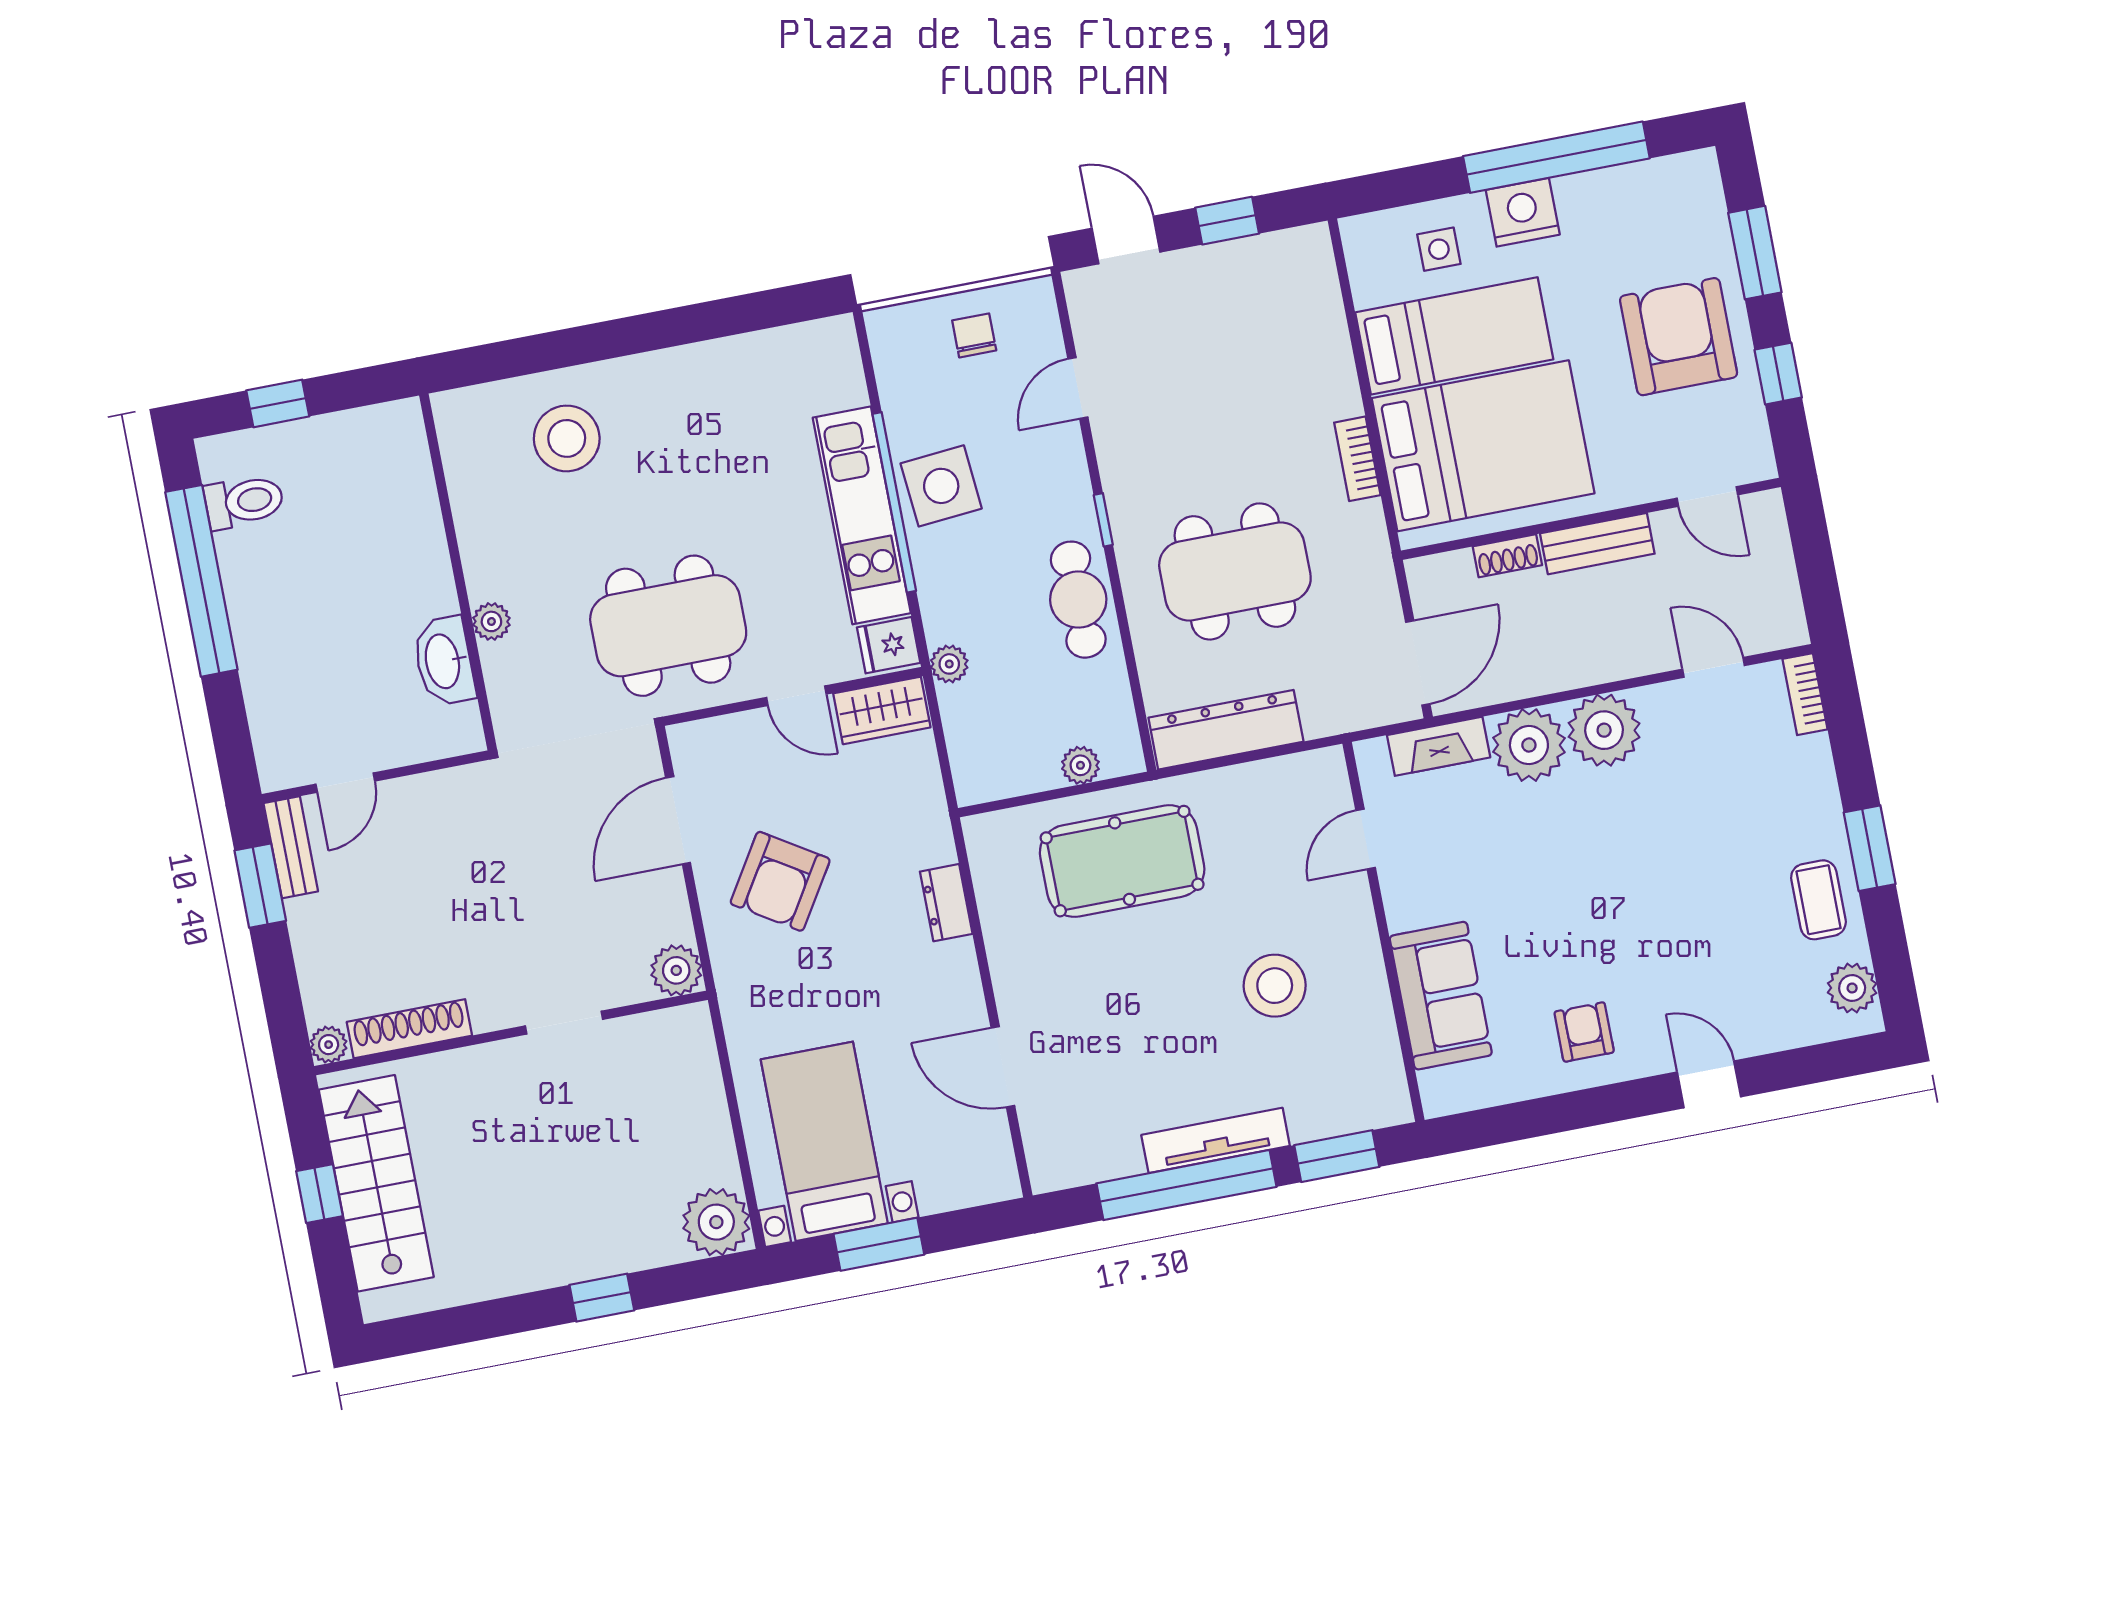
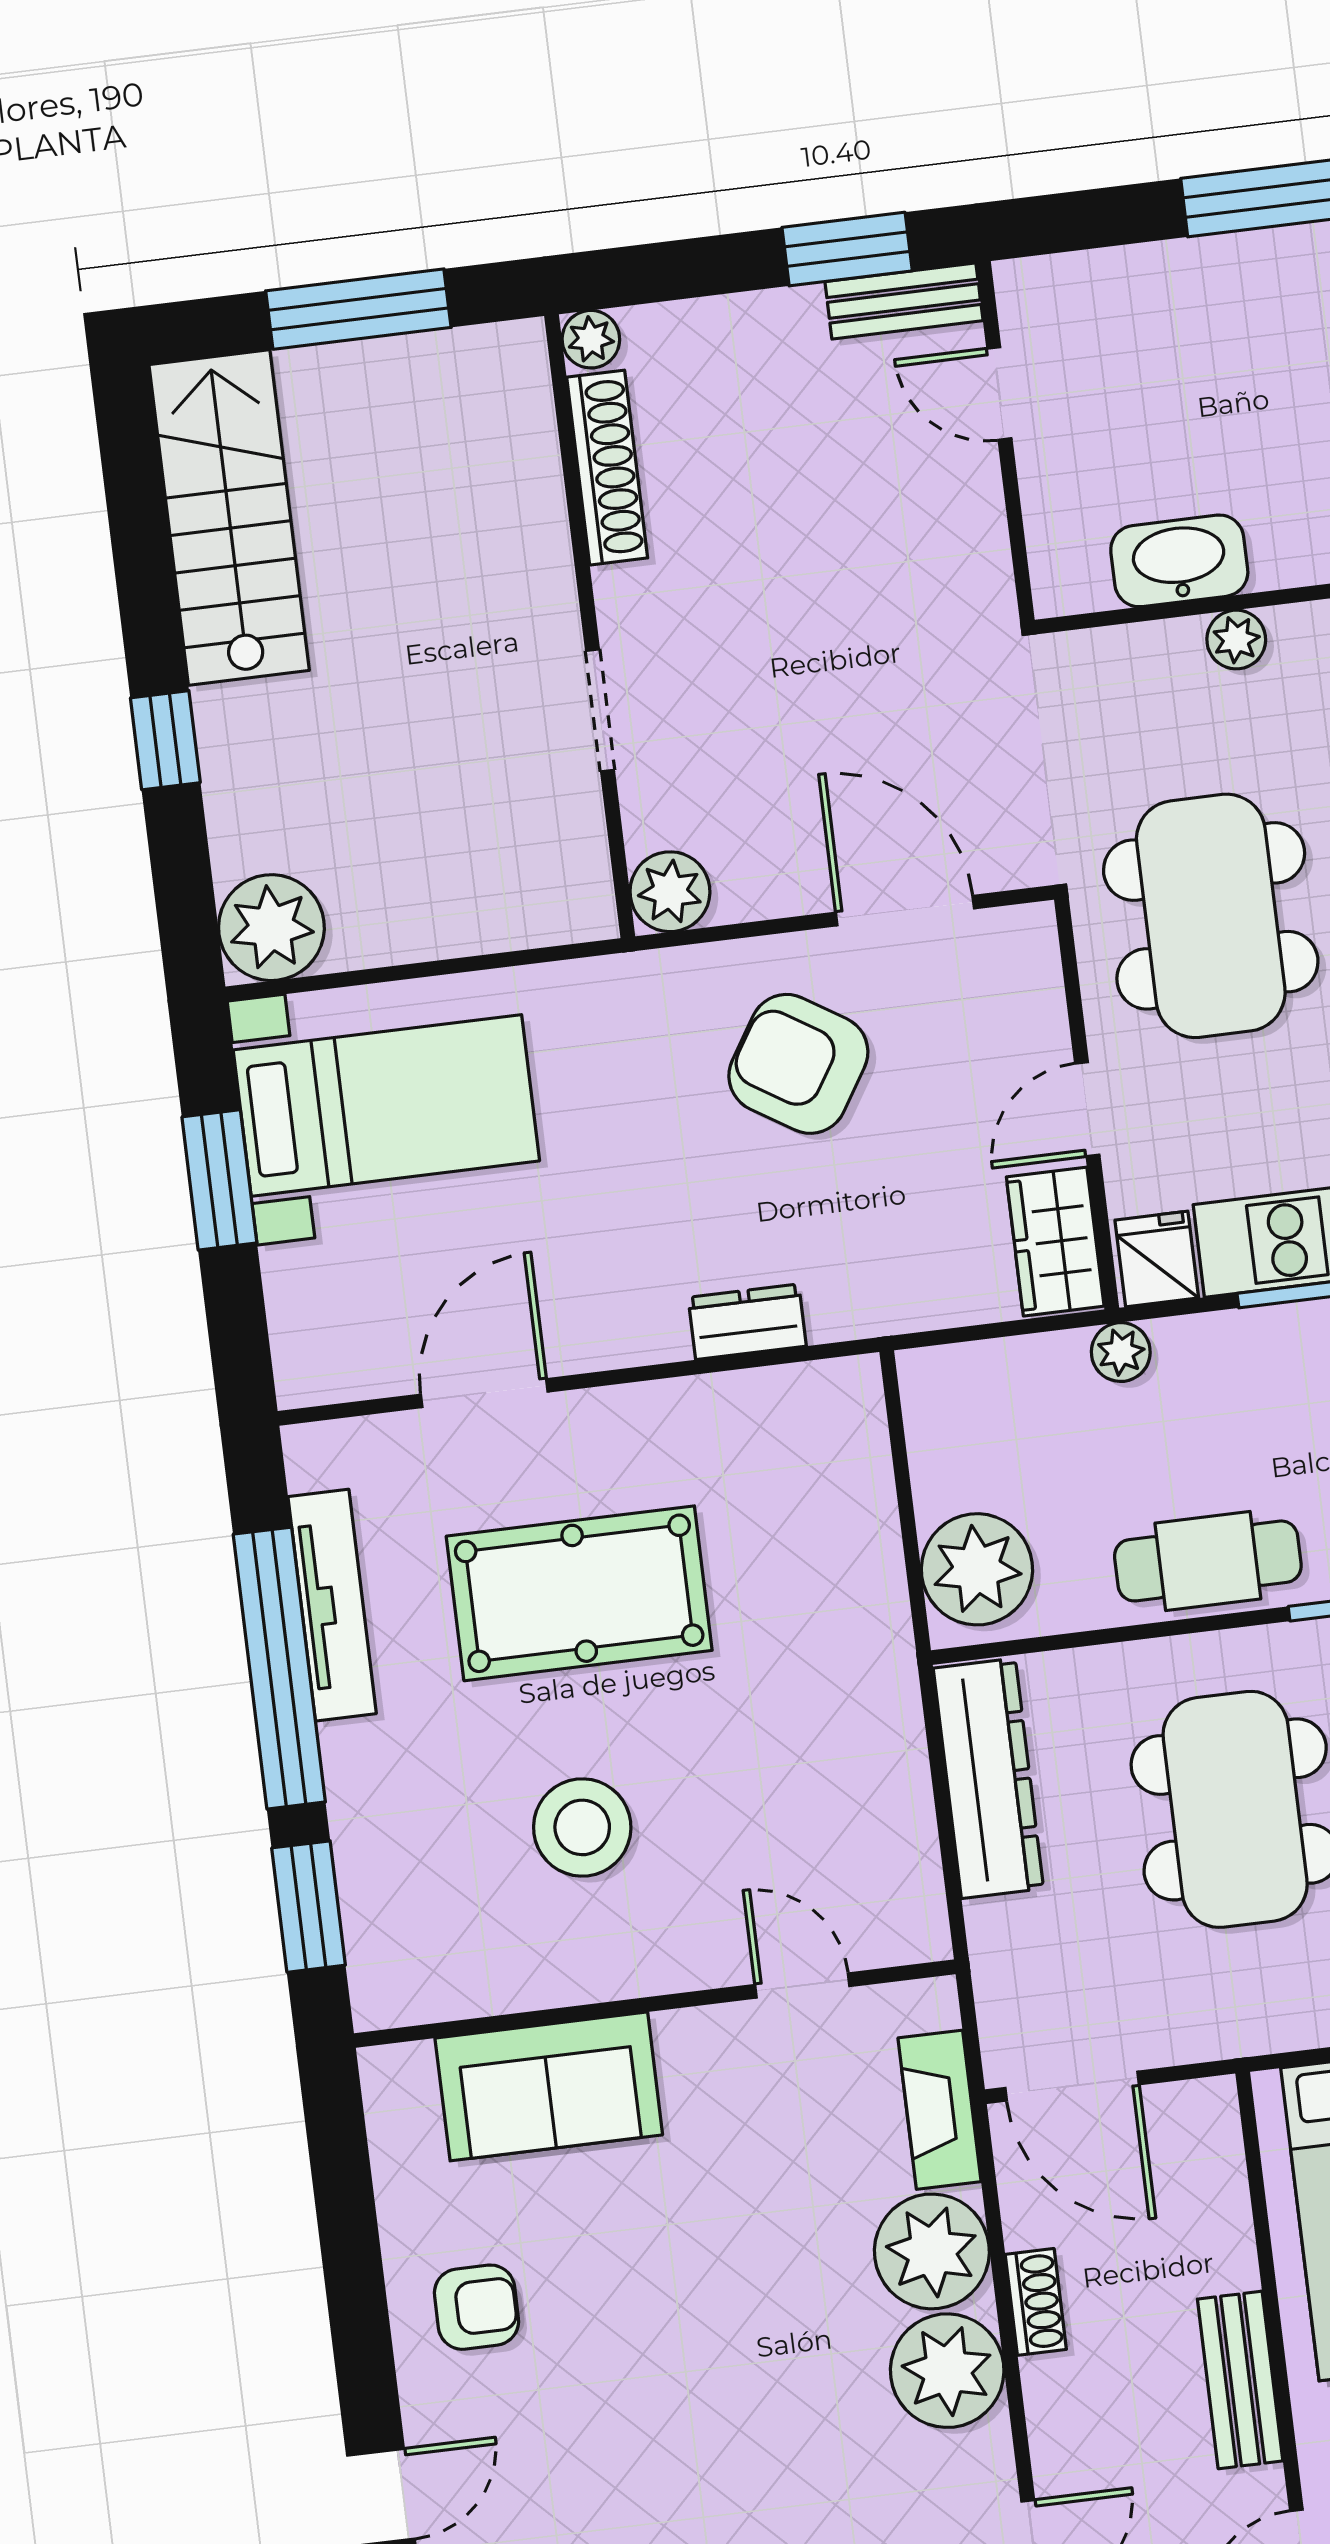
shoe rack: (1507, 556) -> (1036, 2302), moved, turned 180
plant: (1080, 765) -> (977, 1569), width x1.88, depth x1.88
pool table: (1122, 861) -> (579, 1593), moved, turned 90
tv unit: (1216, 1140) -> (332, 1605), moved
stairs: (376, 1183) -> (229, 517), moved, turned -90
window: (319, 1194) -> (358, 309), width x2.17

